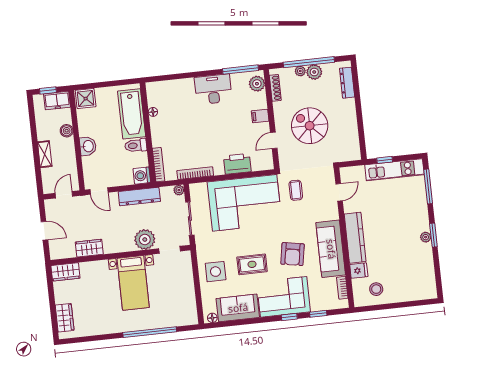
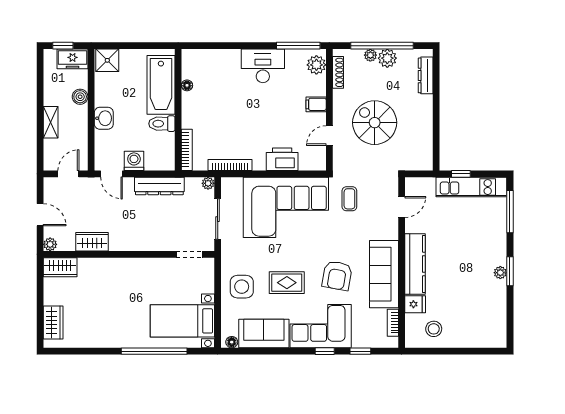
washing machine: (142, 176) -> (134, 161), moved, turned 90
plant: (145, 239) -> (50, 244), moved, width x0.53, depth x0.53
bed with nightstands: (133, 283) -> (182, 321), moved, turned 90

